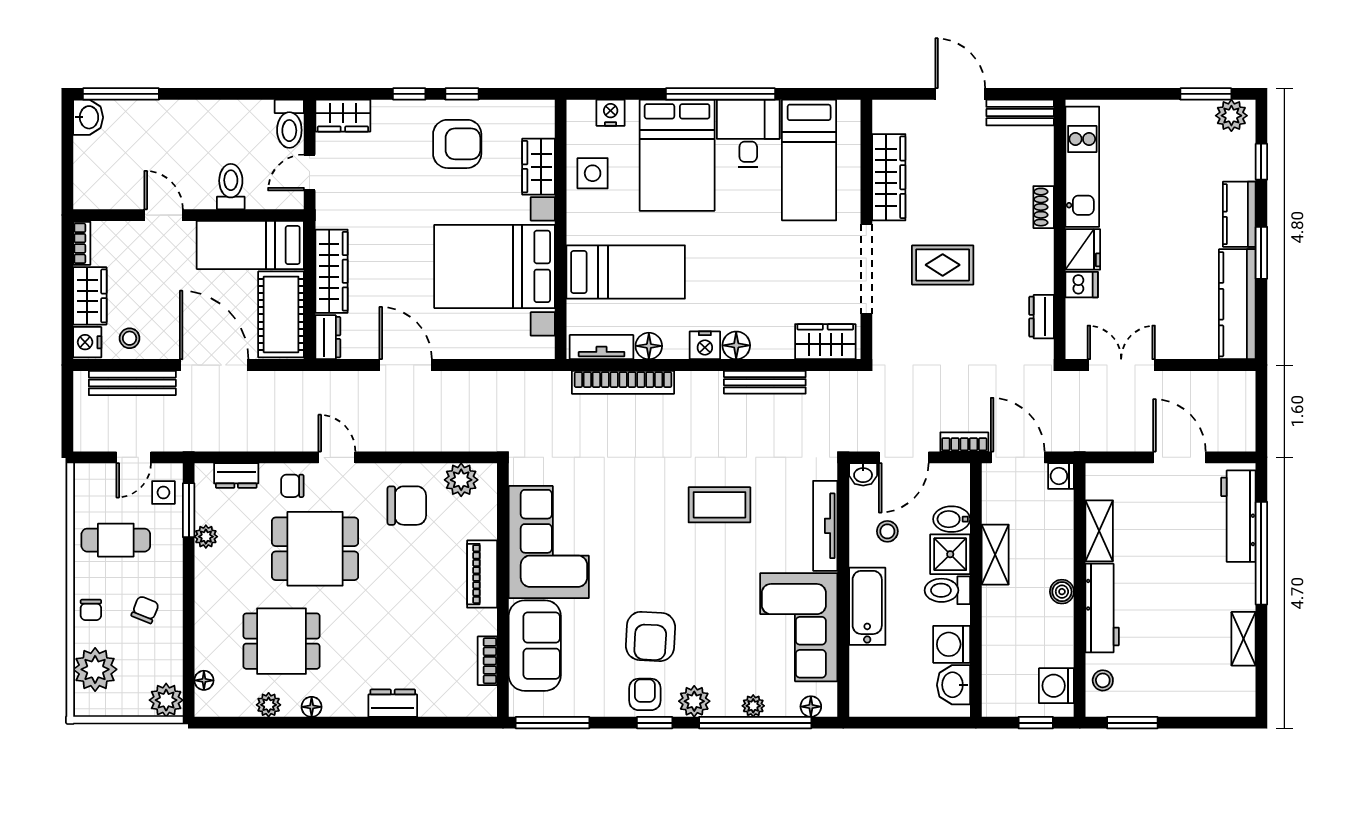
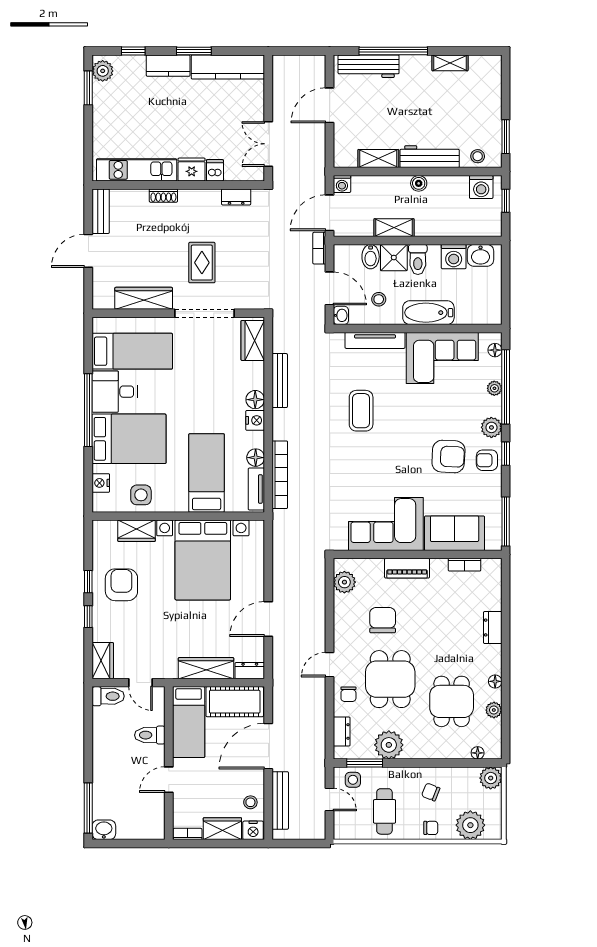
chair: (407, 506) -> (383, 620), moved
plant: (206, 537) -> (389, 745), width x1.88, depth x1.88

